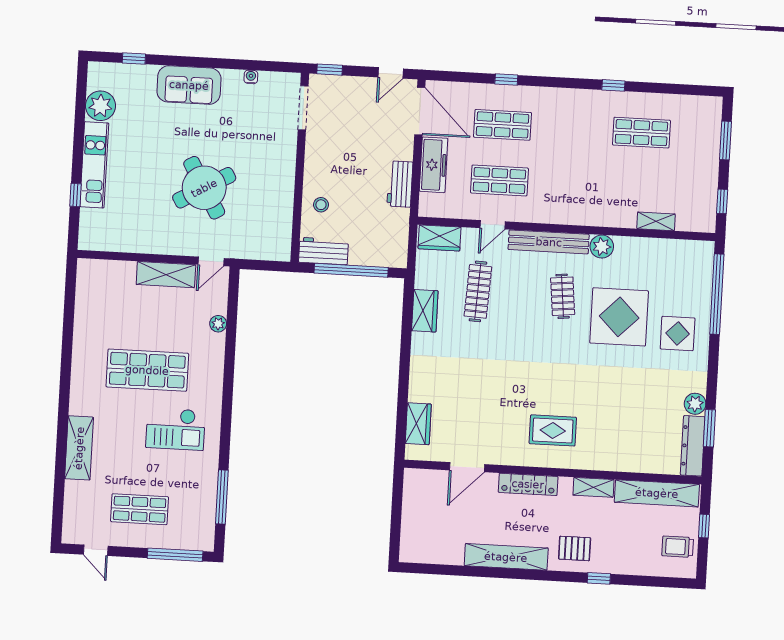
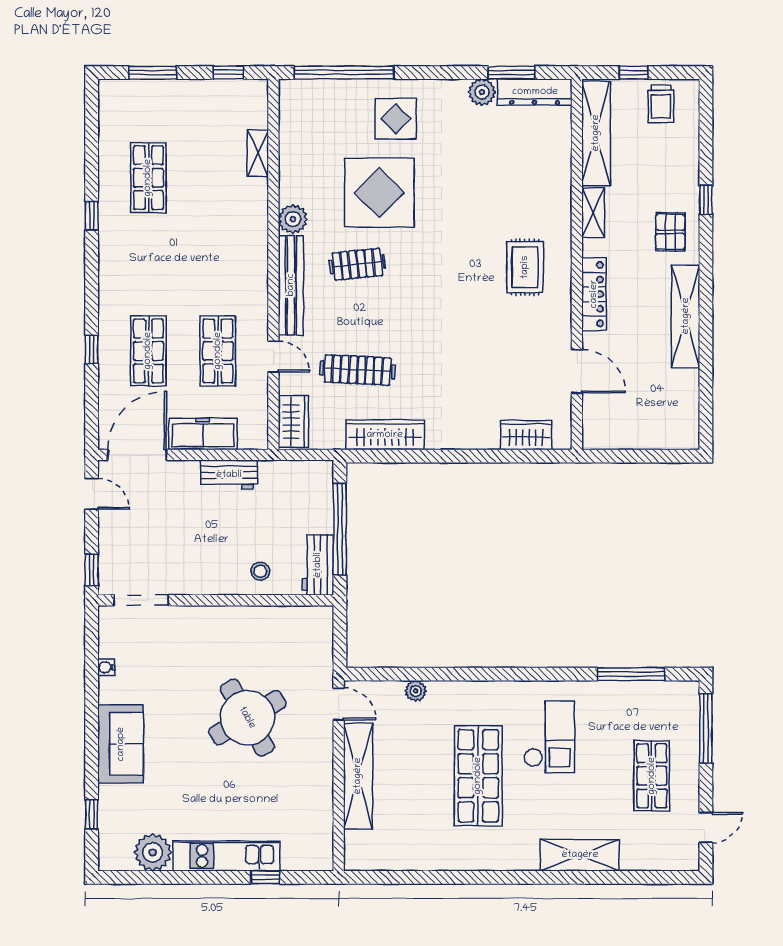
shelving: (166, 275) -> (358, 776), width x1.47
wardrobe: (425, 311) -> (385, 435), width x1.50

